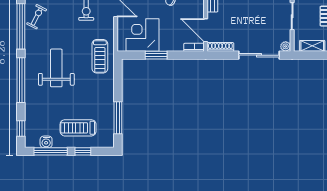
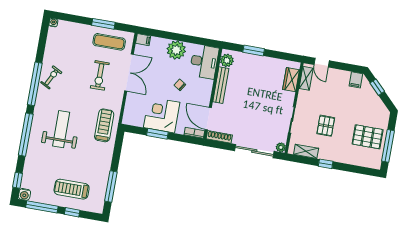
corner desk: (142, 35) -> (162, 115), moved
treadmill: (100, 56) -> (104, 125), turned 180
water cooler: (46, 142) -> (24, 194), moved

